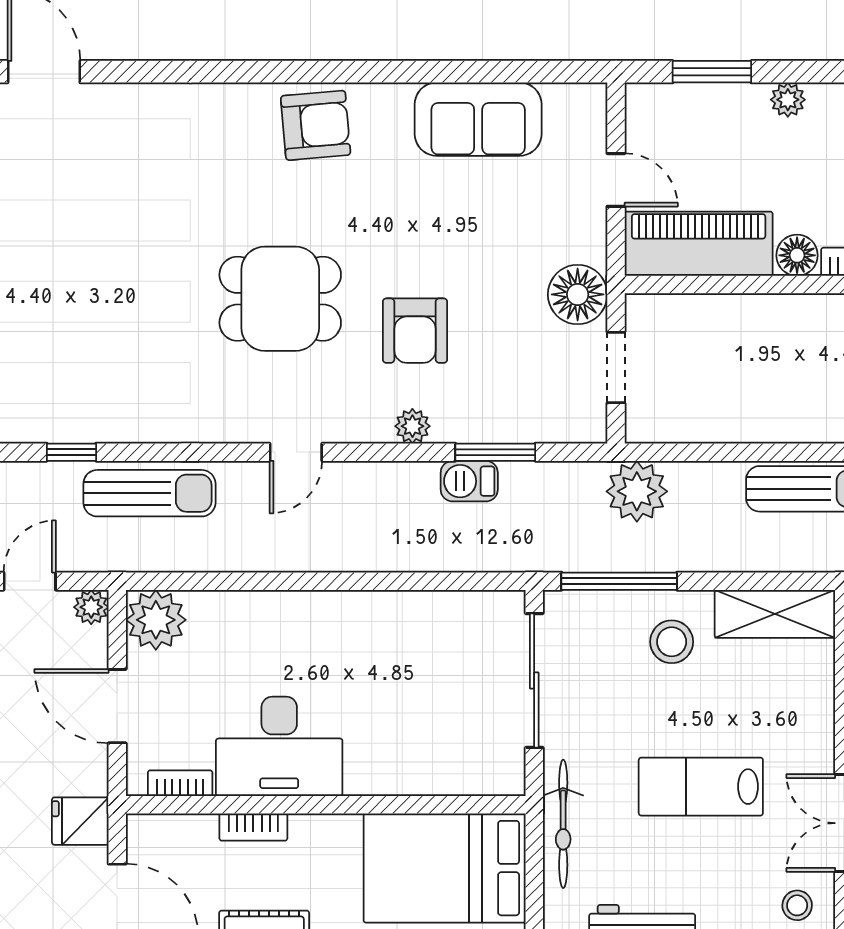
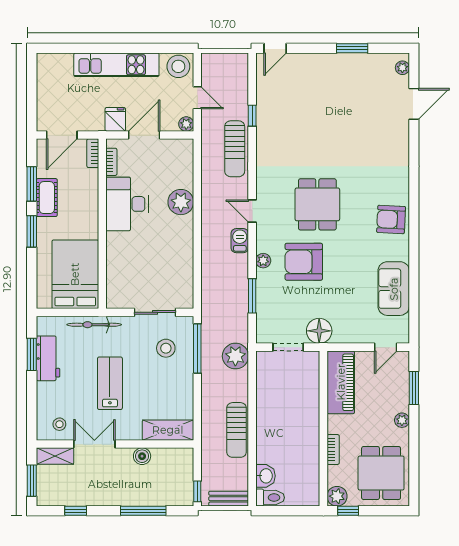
armchair: (316, 125) -> (391, 219), turned 98
door: (616, 180) -> (386, 347), moved
floor lamp: (797, 255) -> (336, 424), removed
armchair: (415, 331) -> (304, 262), width x1.36, depth x1.36
barbecue: (469, 481) -> (240, 241), moved
shelving: (775, 614) -> (168, 430), moved, turned 90
plant: (156, 620) -> (181, 202), moved
stool: (672, 642) -> (166, 348), moved
sliding door: (534, 681) -> (155, 312), width x0.73
fridge: (80, 821) -> (115, 119), moved
bookcase: (253, 827) -> (93, 153), moved

